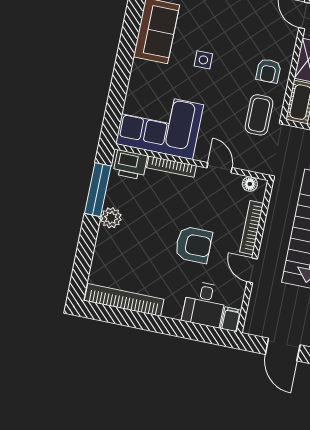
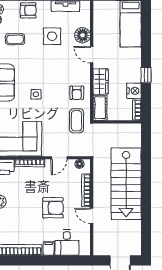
door: (219, 168) -> (59, 158), swing flipped
filing cabinet: (231, 319) -> (49, 248), moved

